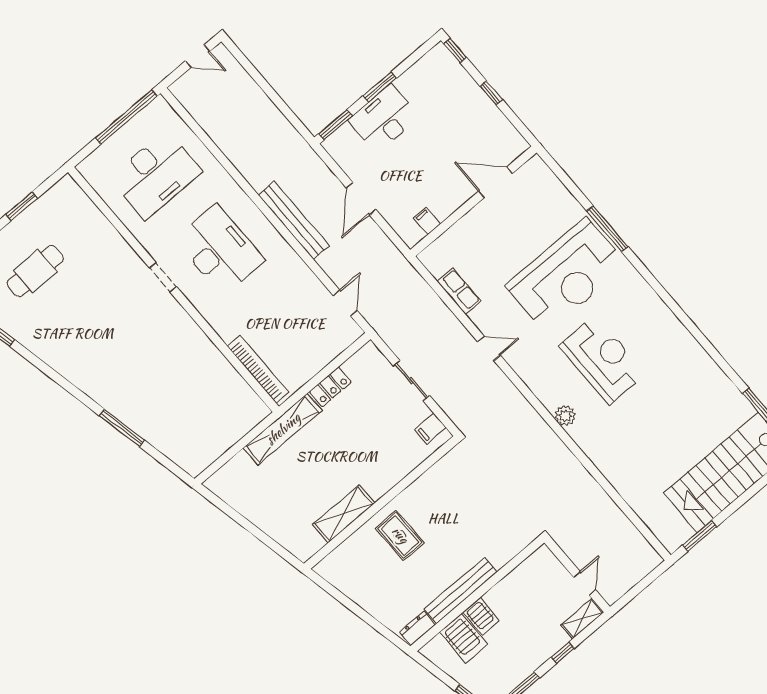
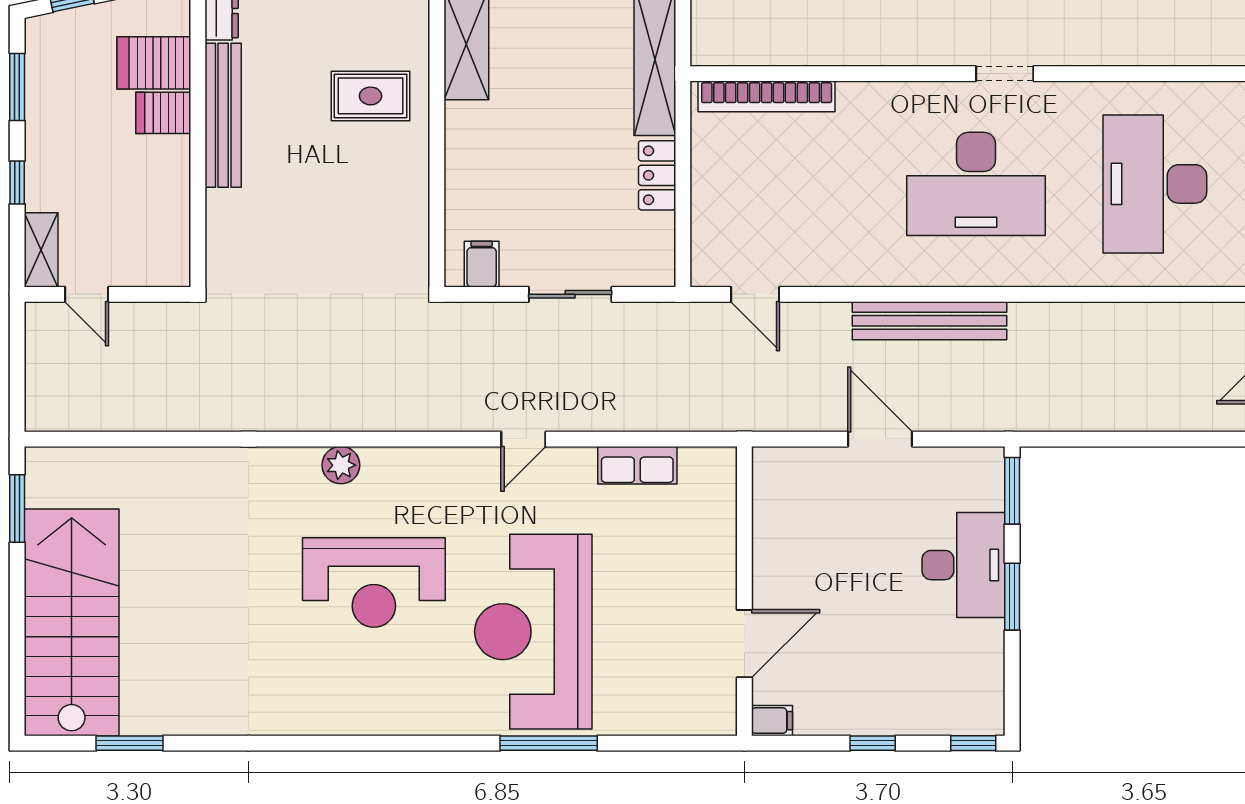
filing cabinet: (427, 221) -> (772, 721), moved

